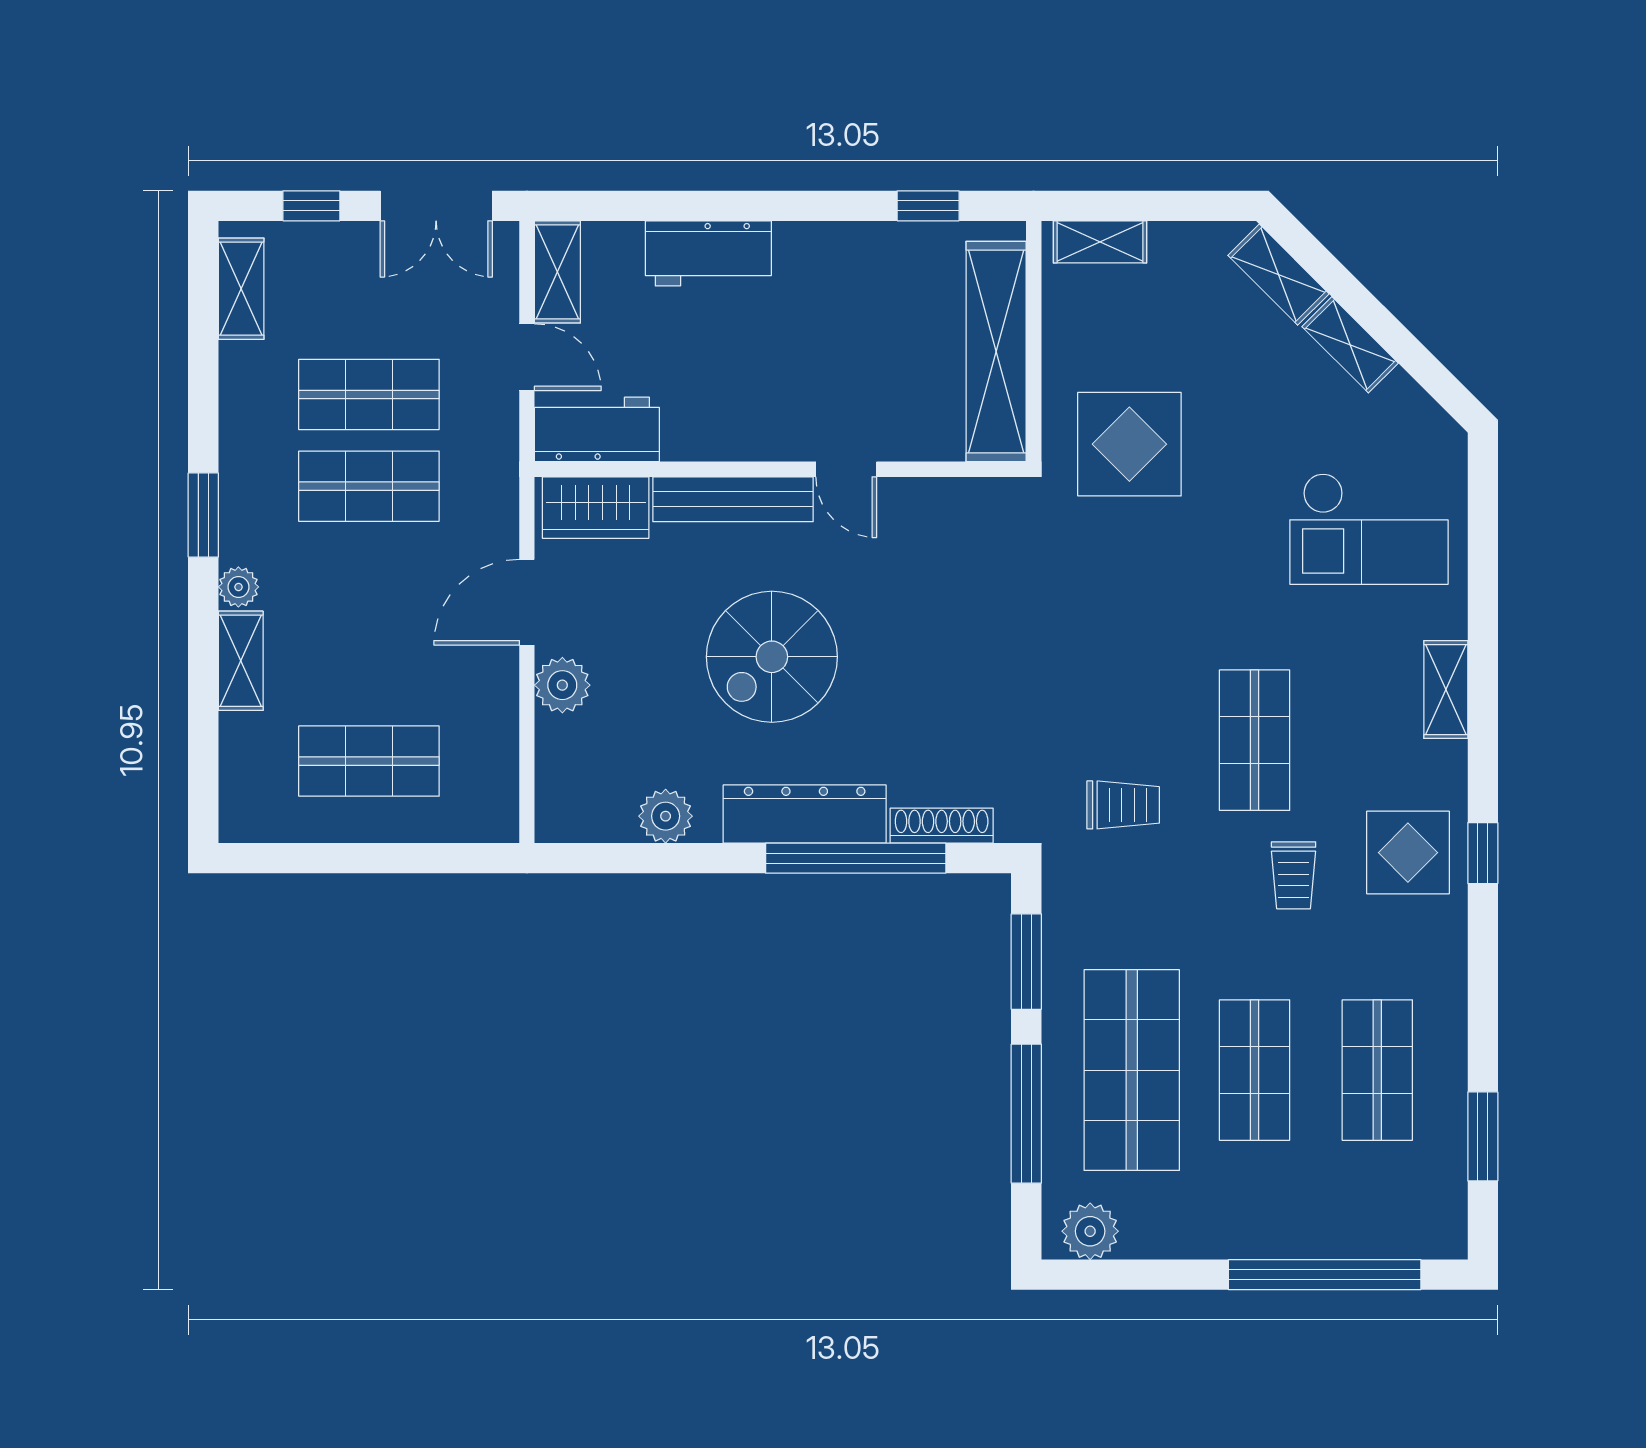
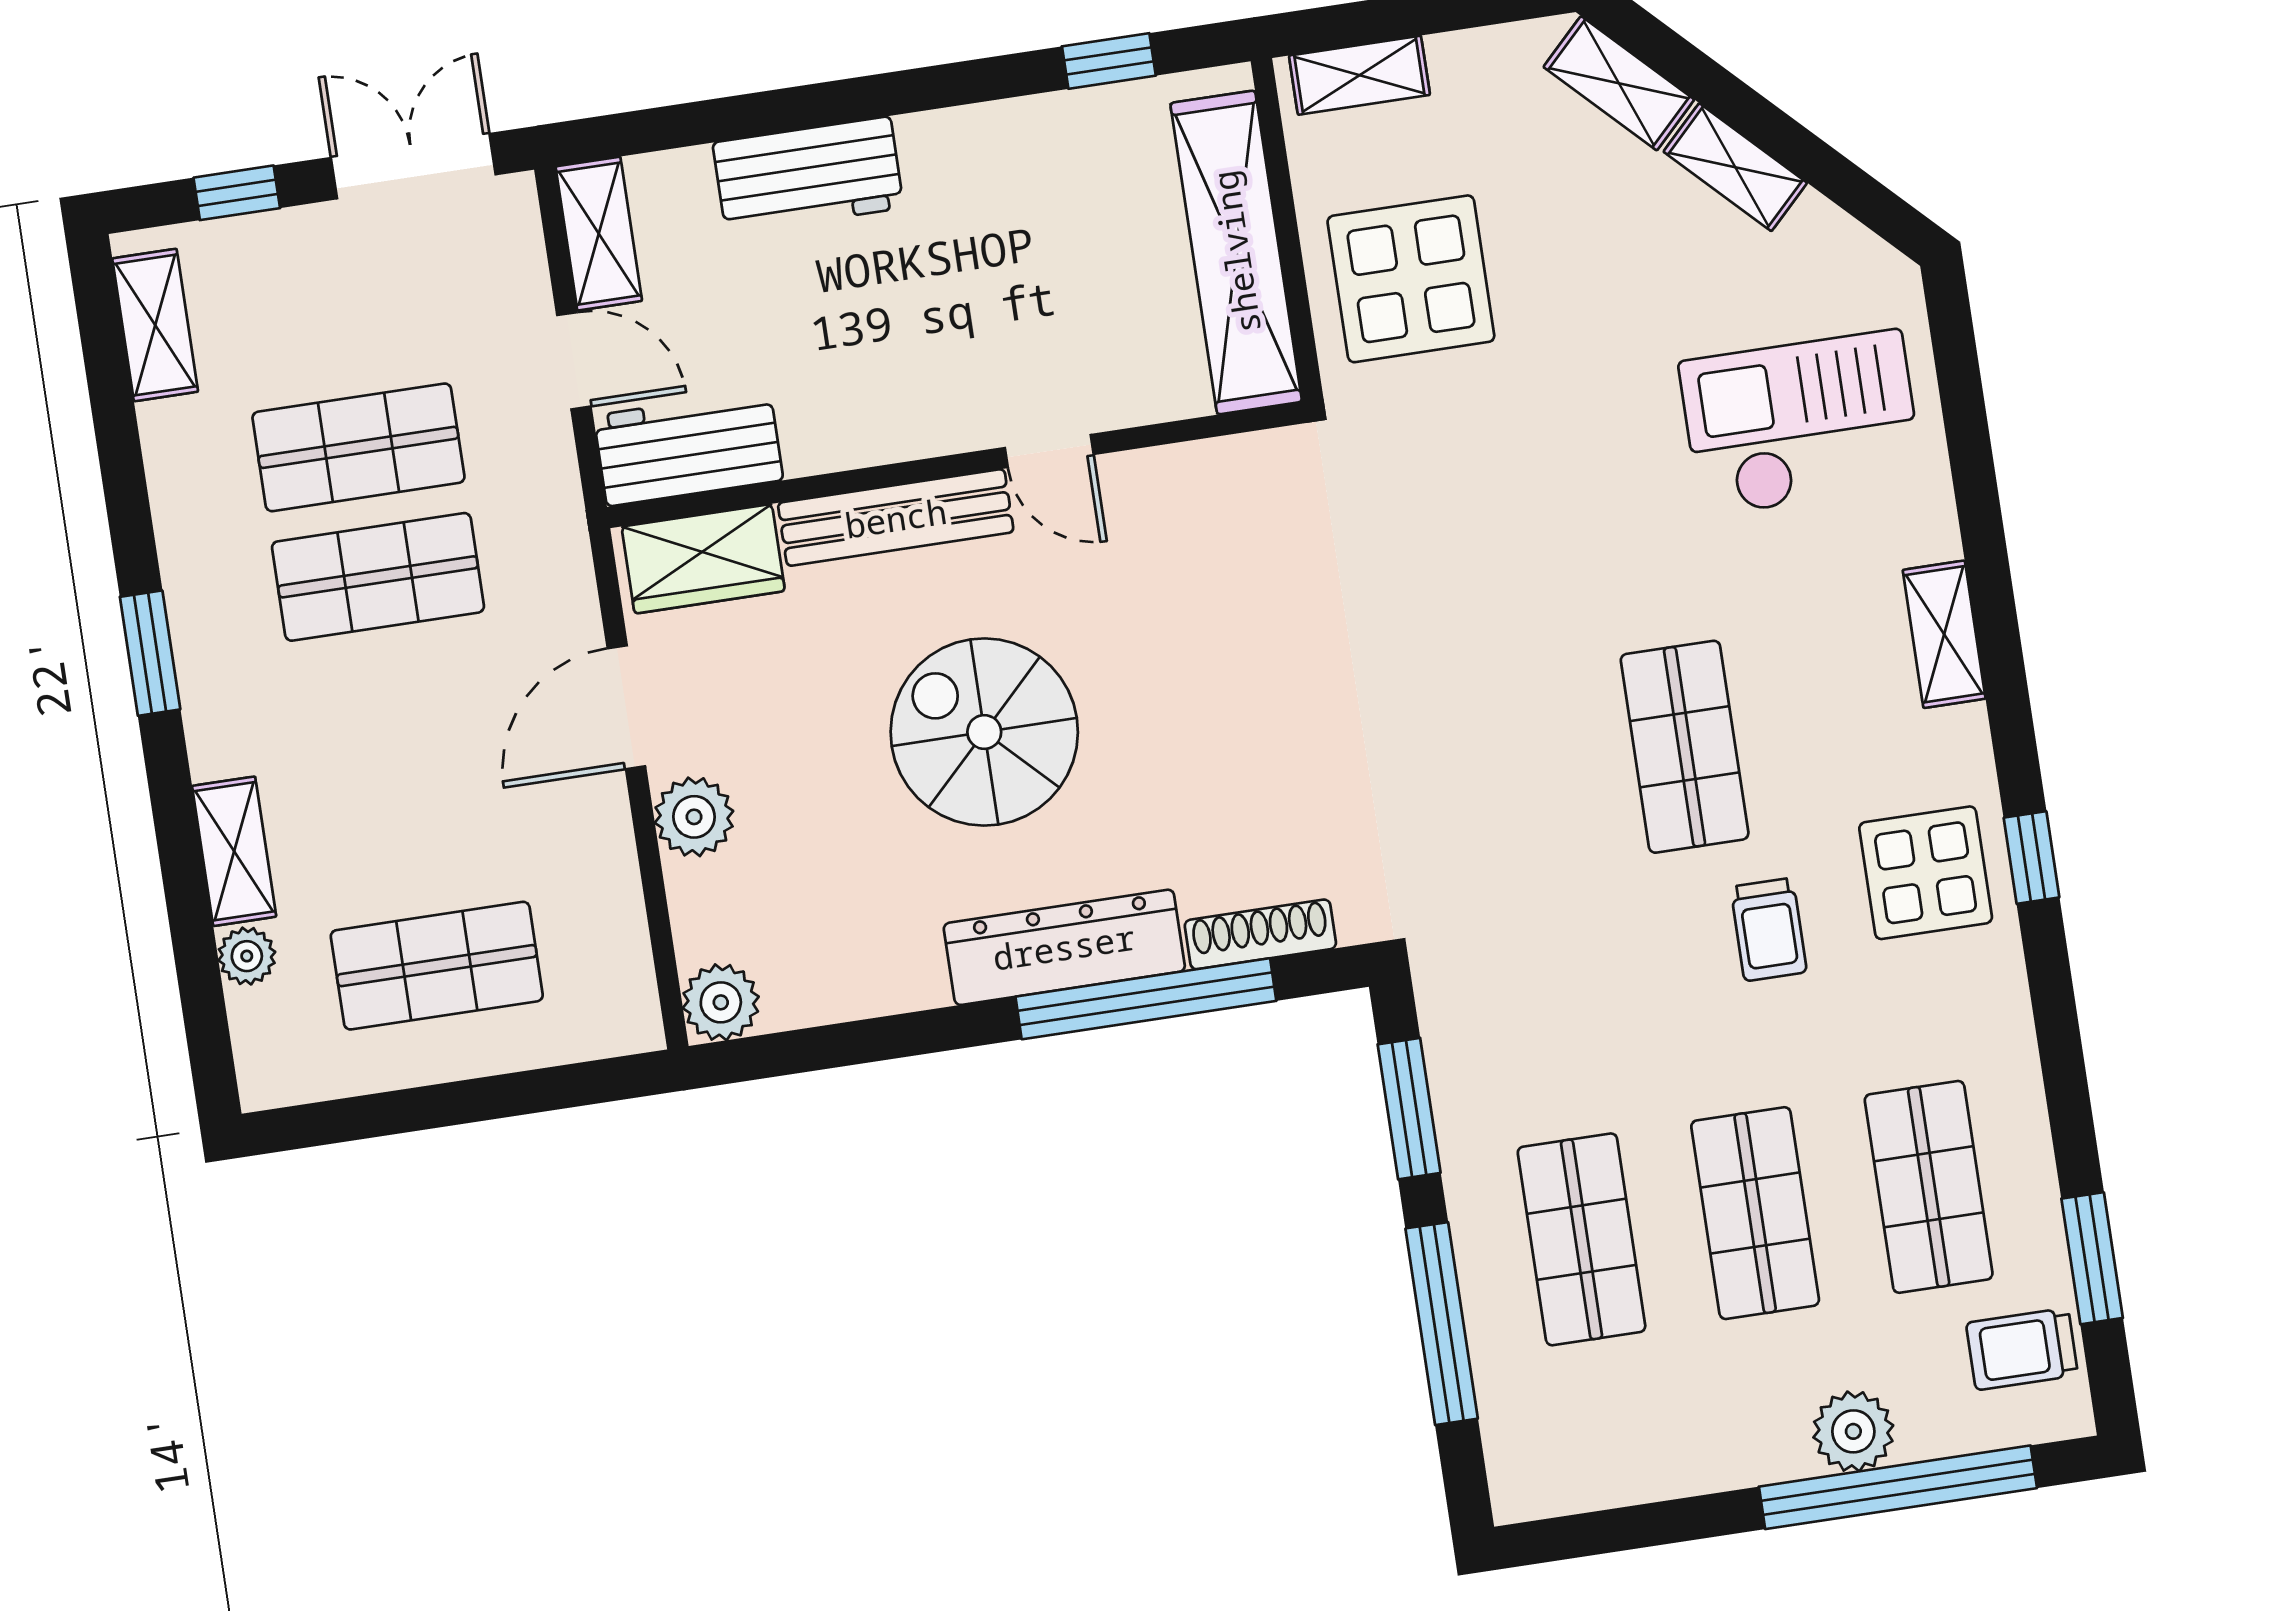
double door: (436, 206) -> (413, 166), swing flipped
display table: (1129, 444) -> (1411, 279), moved
checkout: (1369, 529) -> (1801, 423), turned 180
plant: (238, 587) -> (247, 956), moved
spiral stairs: (772, 657) -> (984, 732), turned 90
trolley: (1123, 805) -> (2022, 1349), moved, turned 180
plant: (666, 816) -> (721, 1002), moved
shop shelf: (1132, 1070) -> (1582, 1239), width x0.70, depth x0.74
plant: (1090, 1231) -> (1853, 1431), moved

